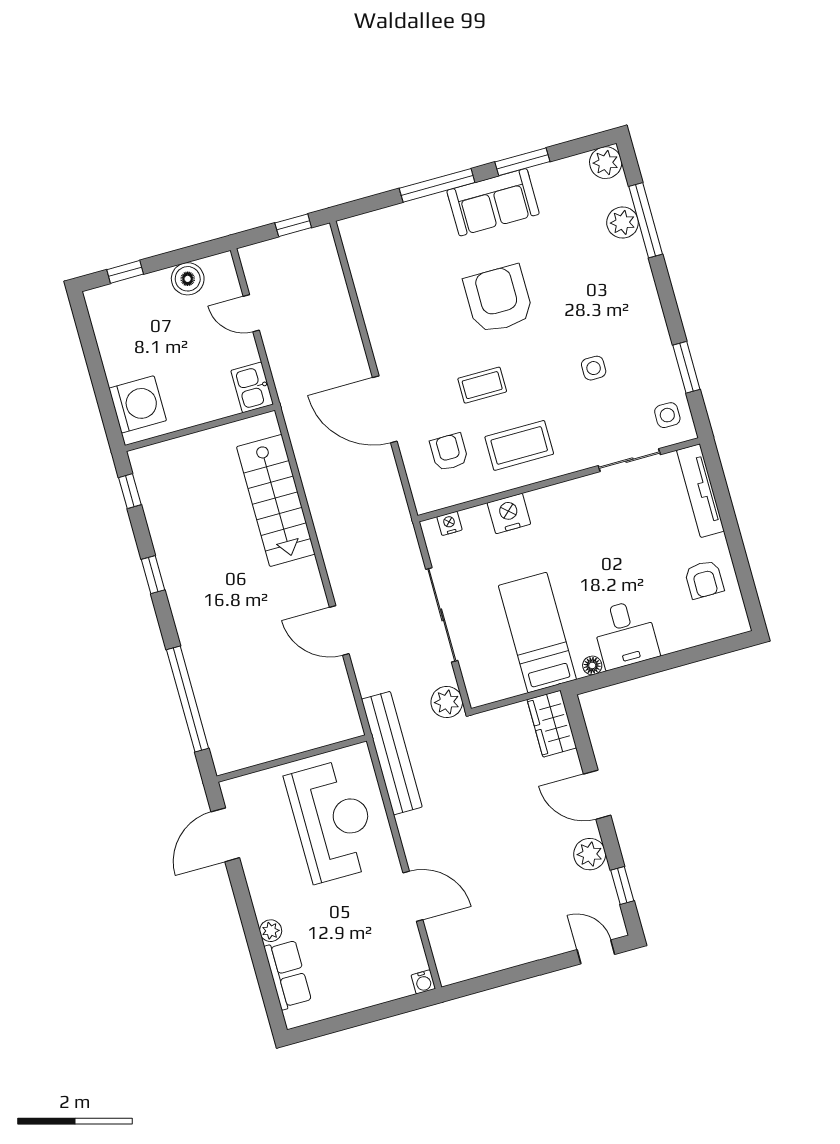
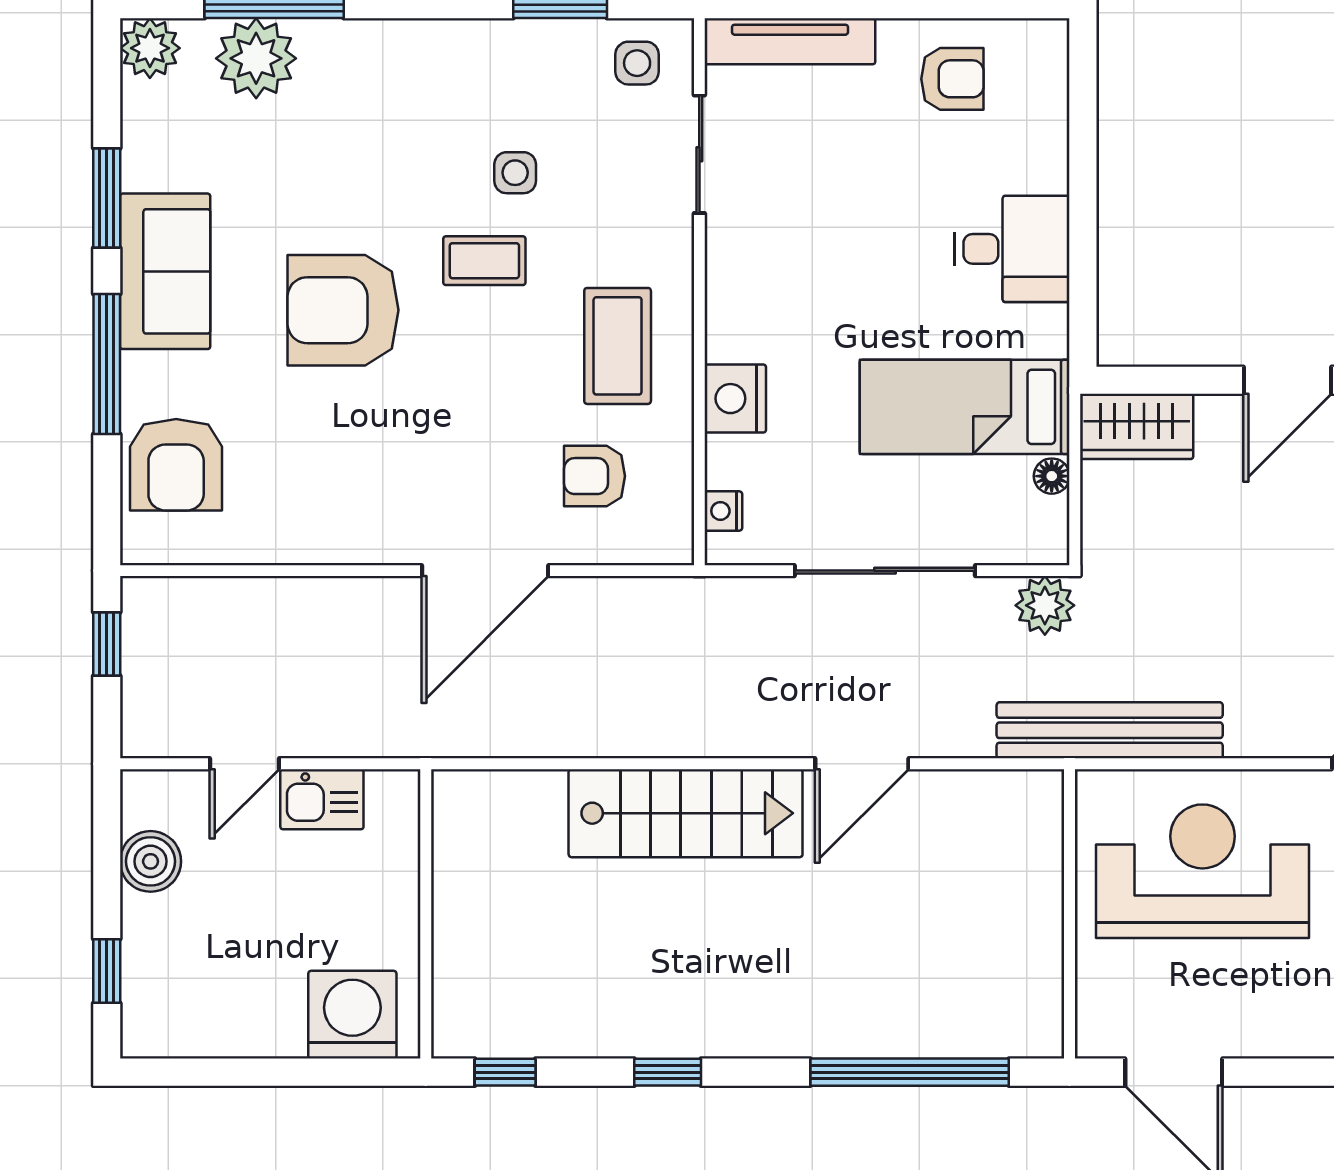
plant: (623, 223) -> (256, 58), width x1.36, depth x1.36
armchair: (395, 235) -> (176, 465), added
coffee table: (482, 385) -> (484, 261), moved, turned 90
kitchen sink: (252, 387) -> (322, 799), moved
stairs: (276, 500) -> (686, 813), moved
floor lamp: (592, 665) -> (1052, 476), moved

